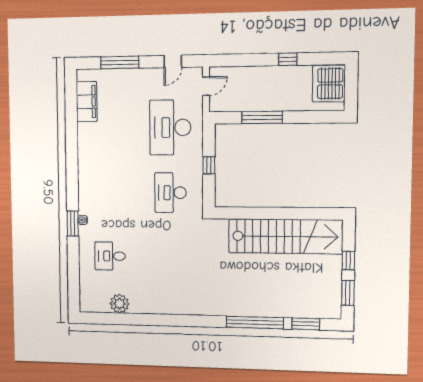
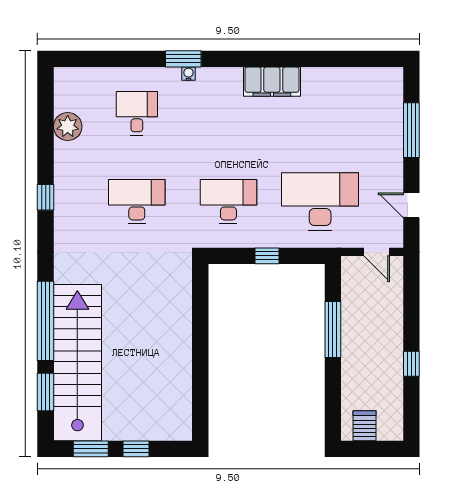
server rack: (329, 83) -> (364, 426), width x0.46, depth x0.70
filing cabinet: (87, 102) -> (272, 82), moved
stairs: (285, 236) -> (77, 363), moved, turned 180
desk: (171, 257) -> (137, 201), added
window: (168, 320) -> (46, 197), added

